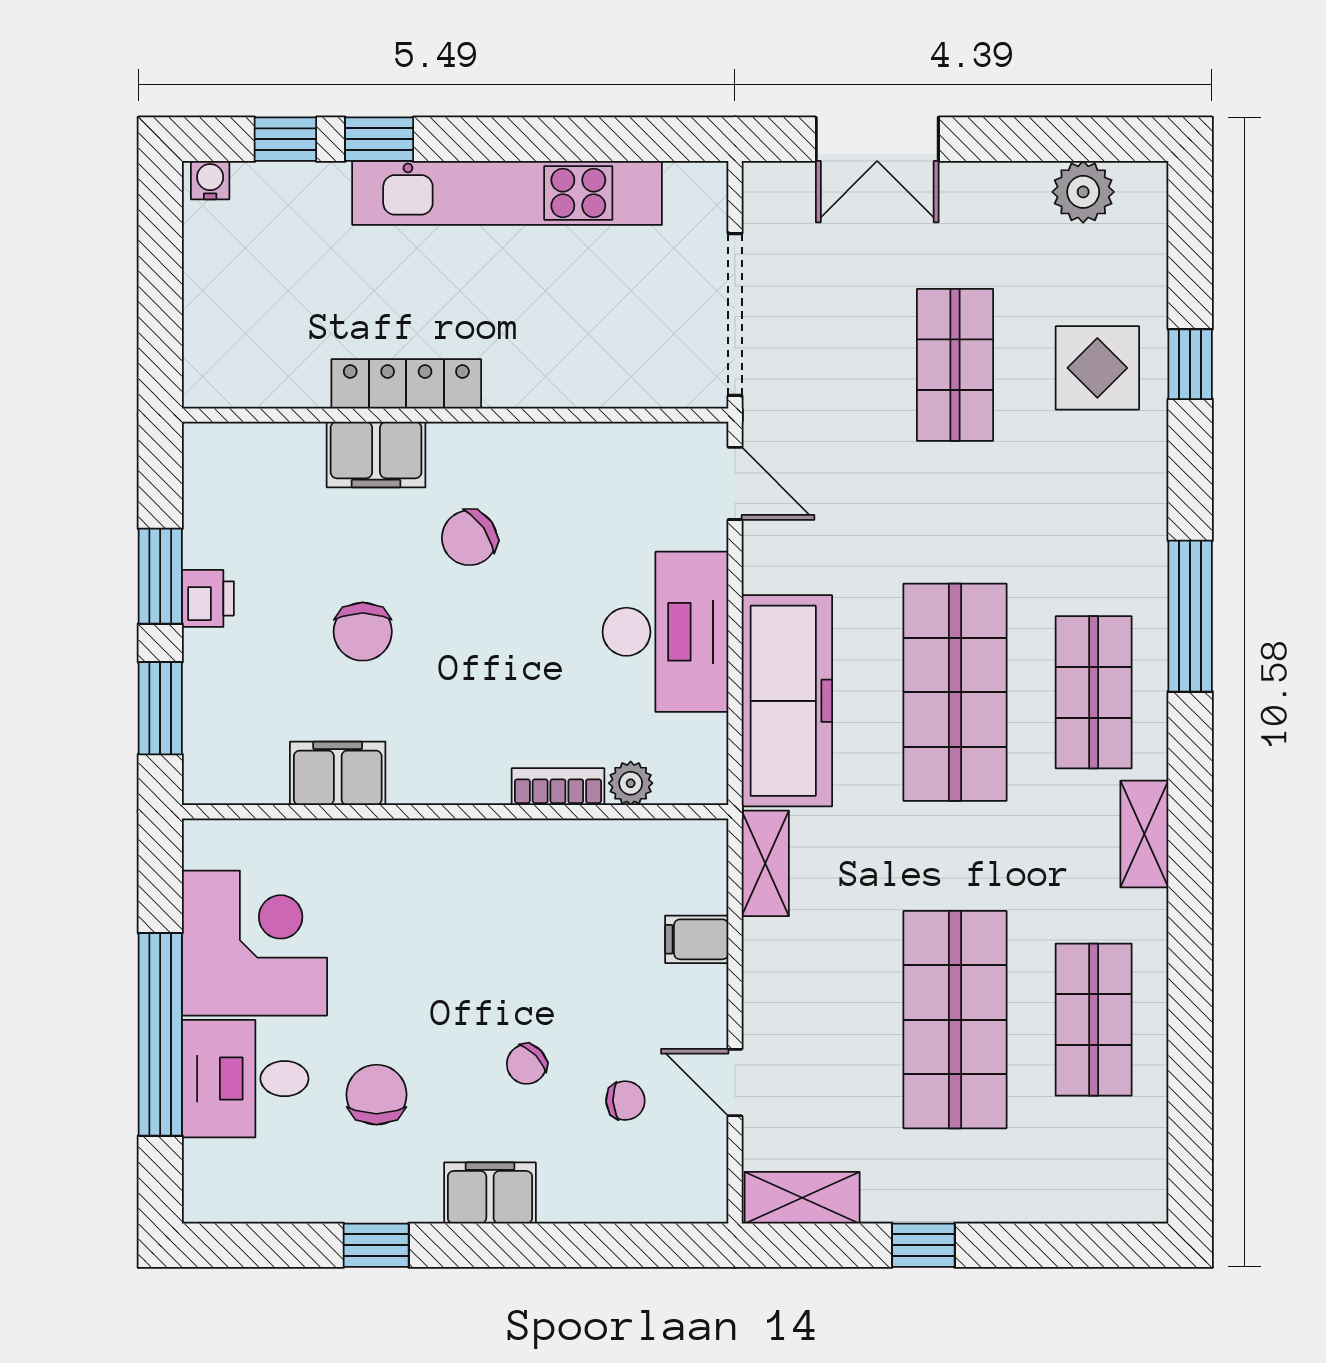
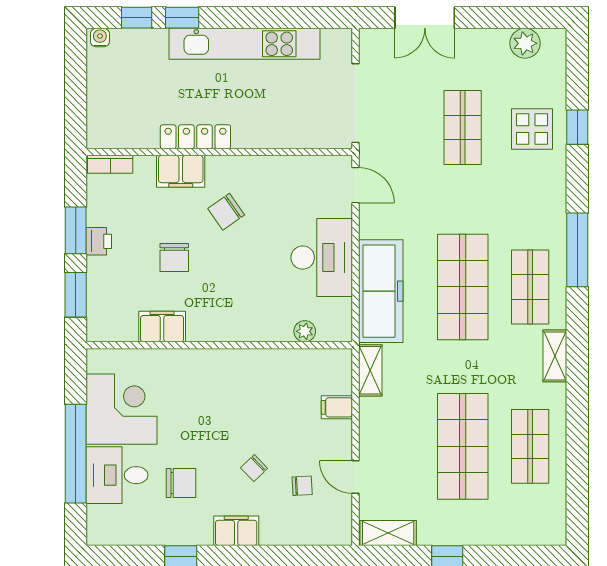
bookcase: (558, 787) -> (110, 164), moved, turned 180
chair: (376, 1095) -> (181, 483), turned 90

